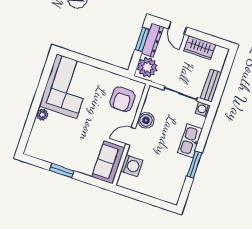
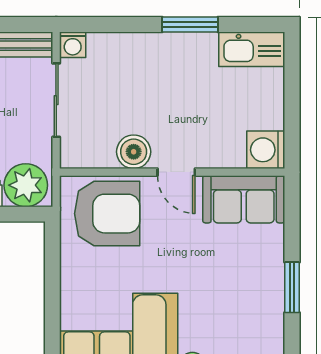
armchair: (122, 99) -> (107, 214), width x1.36, depth x1.36
kitchen sink: (190, 141) -> (252, 49), moved
washing machine: (132, 166) -> (266, 150), moved, turned -90

